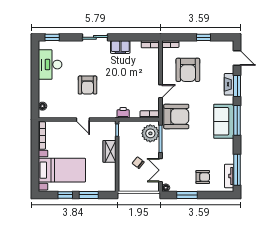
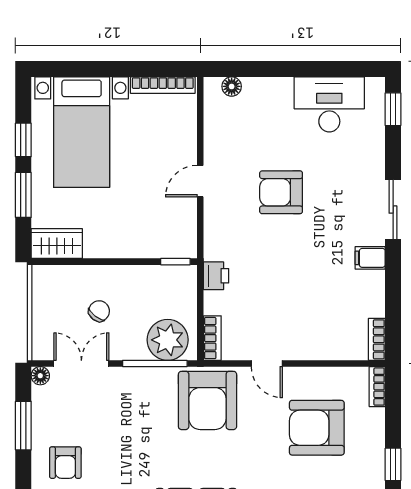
filing cabinet: (120, 47) -> (370, 258), width x0.50
wardrobe: (109, 151) -> (57, 244), moved

